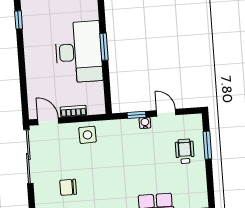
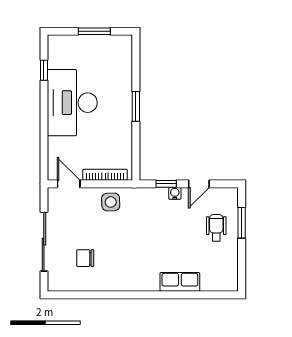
desk: (79, 52) -> (72, 103), moved, turned 180
bookcase: (73, 111) -> (105, 175), width x1.56
door: (166, 113) -> (199, 184), swing flipped
sliding door: (28, 157) -> (44, 242), moved

